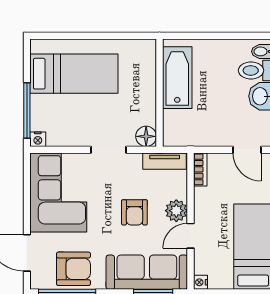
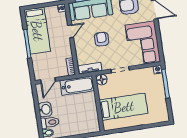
bed: (74, 74) -> (124, 107), moved, turned 180
bathtub: (177, 78) -> (77, 86), moved, turned -90
door: (247, 150) -> (48, 81), swing flipped
plant: (176, 211) -> (80, 43), removed

